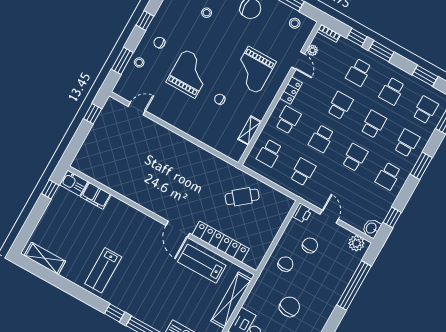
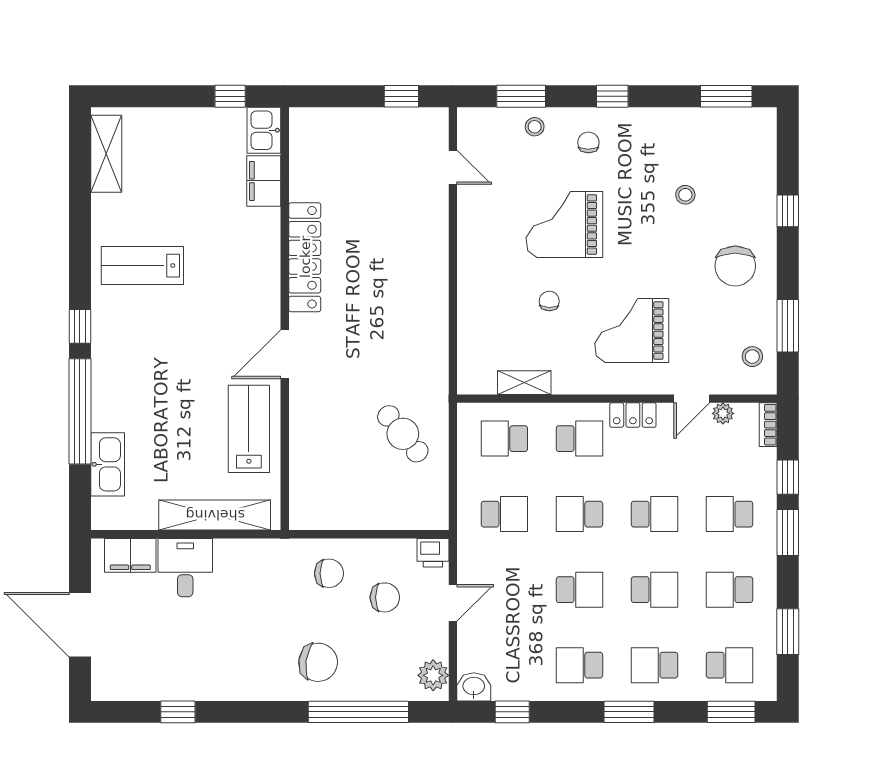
grand piano: (190, 74) -> (564, 224), turned 180
school desk: (407, 143) -> (654, 665), turned 180
locker: (221, 242) -> (305, 257), moved
chair: (290, 307) -> (318, 662), moved

